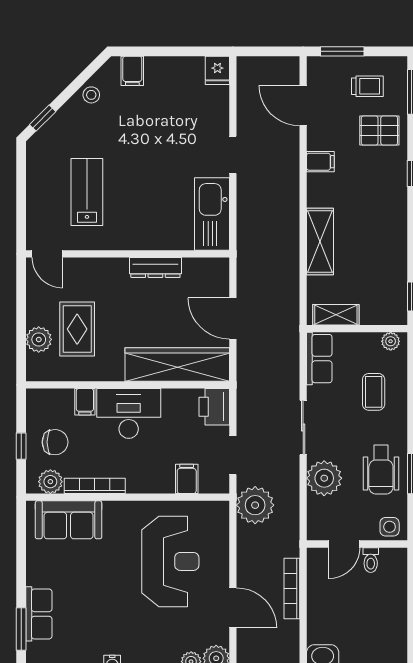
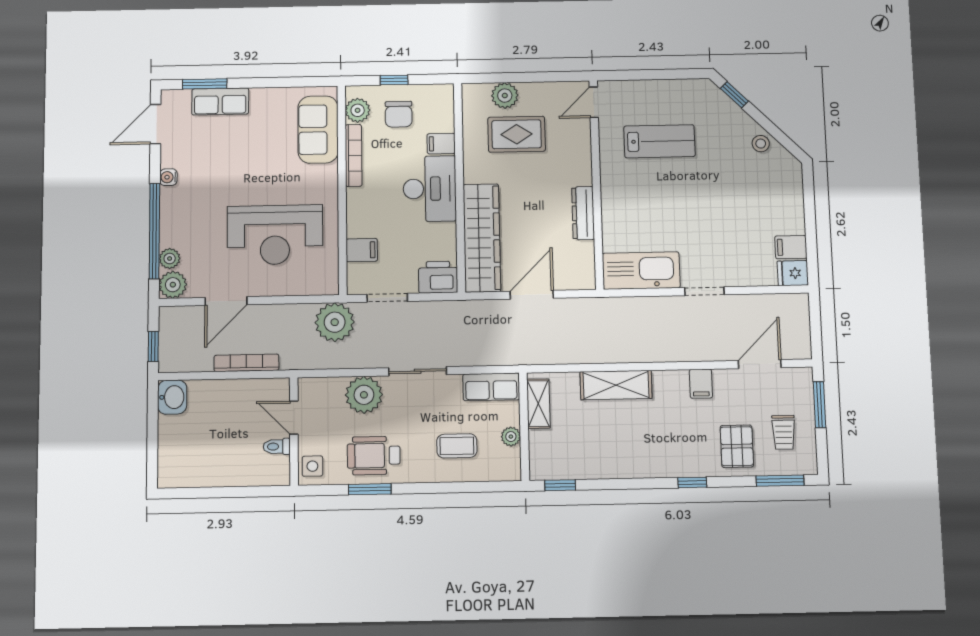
filing cabinet: (132, 71) -> (791, 247), moved
plant: (391, 341) -> (511, 437), moved

